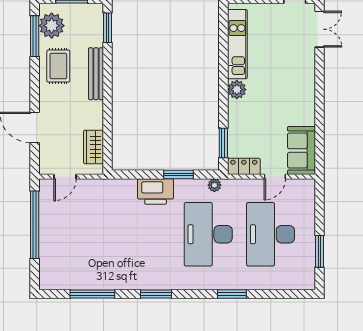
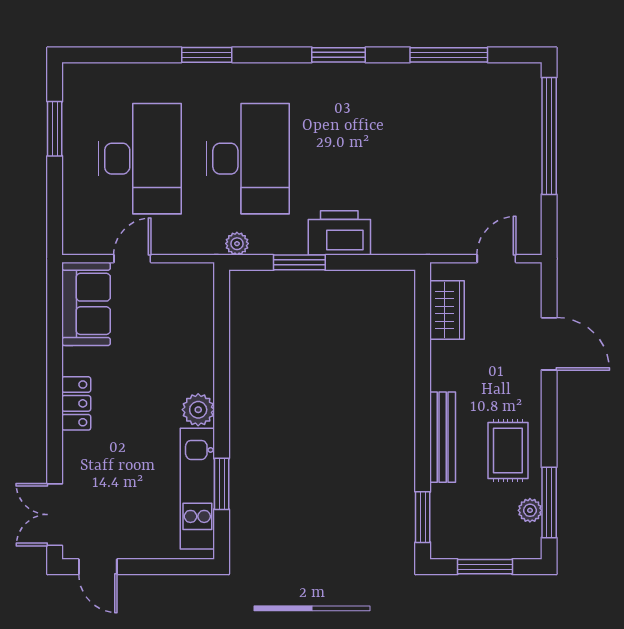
plant: (52, 26) -> (530, 510), width x0.53, depth x0.53
window: (223, 143) -> (222, 484), moved
locker: (244, 166) -> (76, 403), moved, turned -90
window: (35, 225) -> (549, 136), moved

